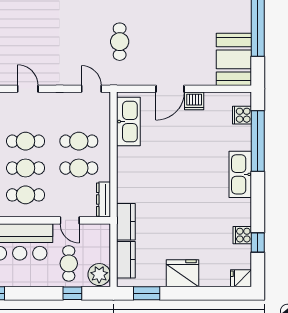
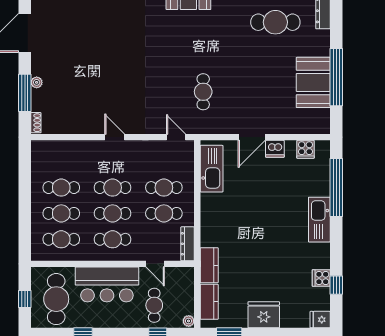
booth: (234, 59) -> (313, 82), moved
cooker: (242, 115) -> (305, 149), moved, turned -90
plant: (99, 275) -> (189, 321), width x0.53, depth x0.53

